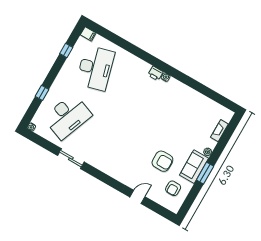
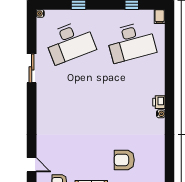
desk: (68, 116) -> (70, 42), turned -42
armchair: (162, 161) -> (124, 160), moved, turned 90
door: (137, 197) -> (32, 165), moved

